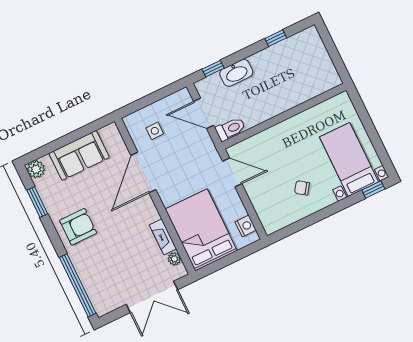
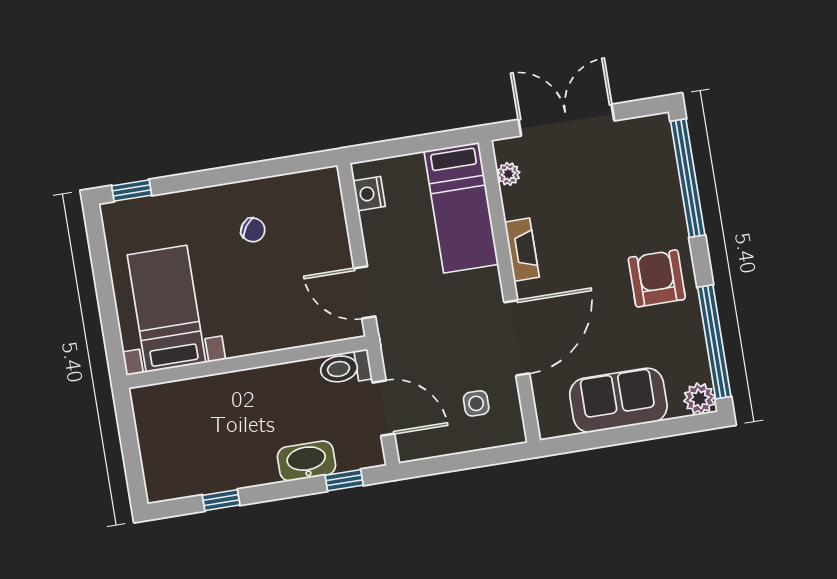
bed with nightstands: (349, 160) -> (167, 309), moved, turned 180
window: (37, 202) -> (714, 342), width x2.11
armchair: (78, 227) -> (657, 278), turned 90
bed: (201, 230) -> (461, 208), width x0.67
fireplace: (163, 237) -> (522, 250), moved

